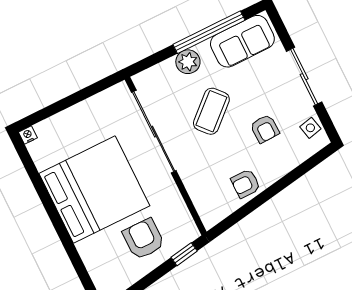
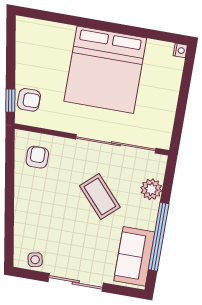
plant: (188, 62) -> (151, 189), moved
armchair: (265, 129) -> (59, 226), removed
armchair: (246, 184) -> (37, 157), moved
armchair: (144, 239) -> (29, 100), moved, width x0.72, depth x0.72

